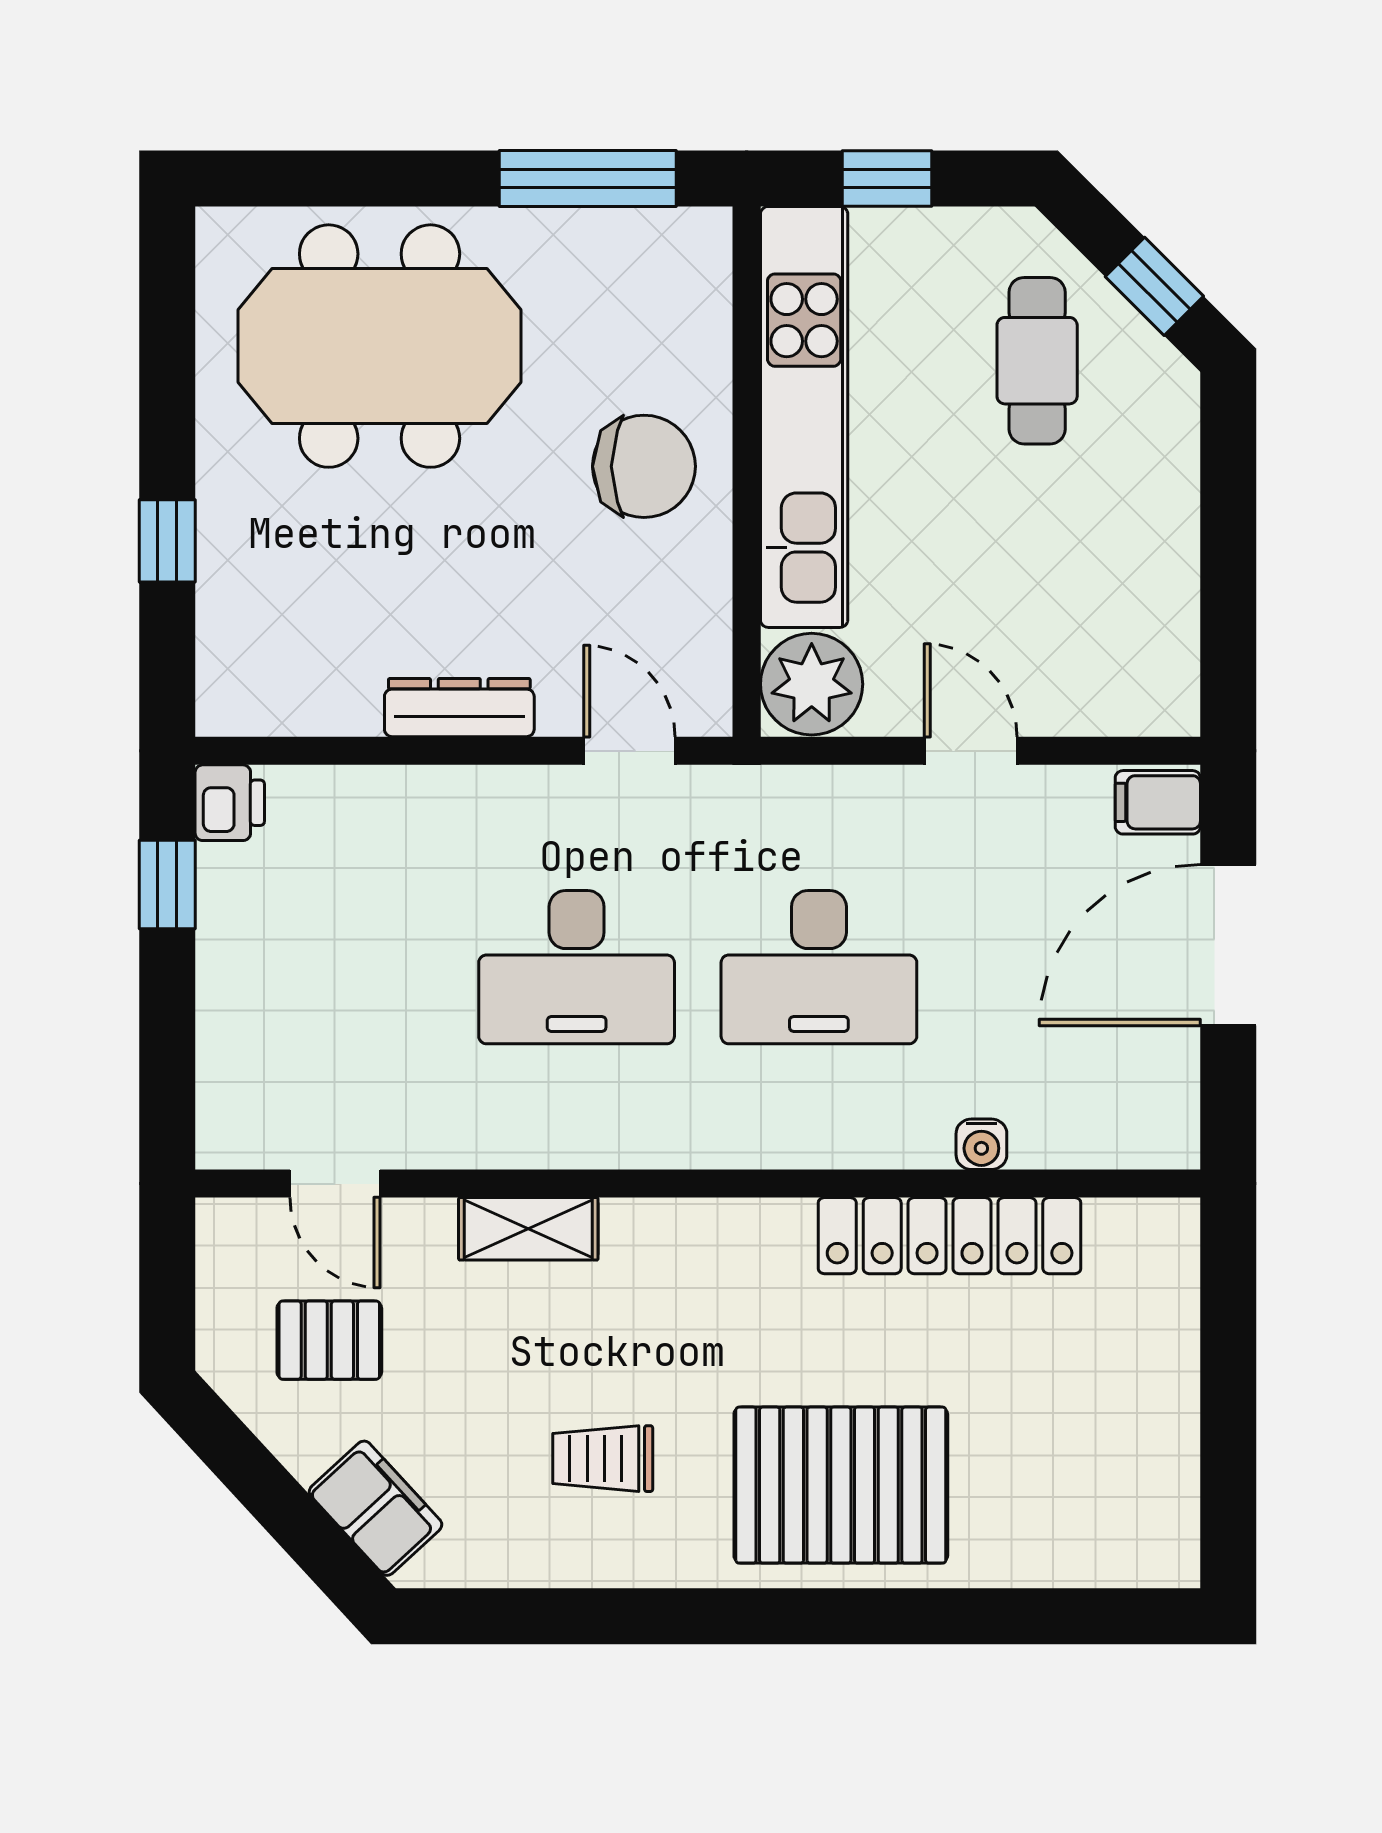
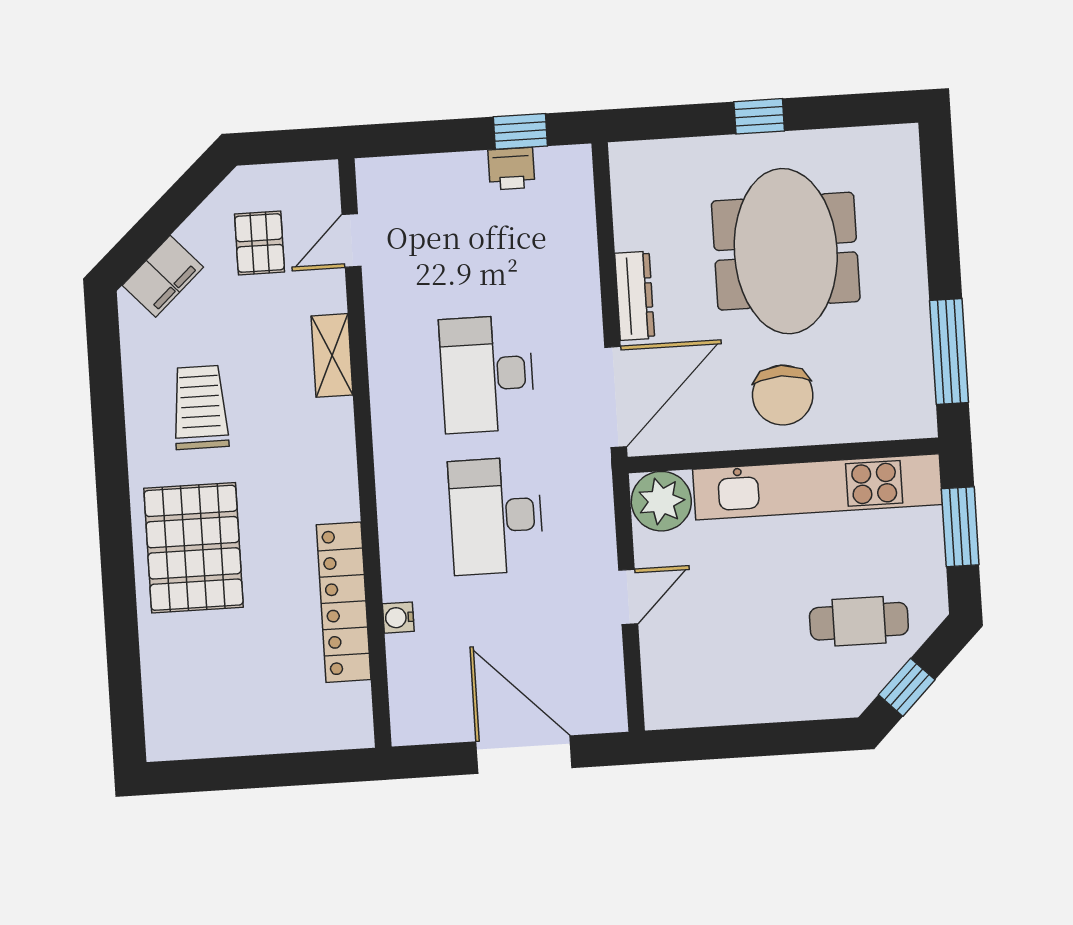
window: (887, 178) -> (960, 527), width x1.50
meeting table: (380, 346) -> (786, 251), moved
window: (167, 541) -> (759, 116), moved
door: (629, 751) -> (616, 397), width x1.87
filing cabinet: (1158, 802) -> (605, 708), removed
printer: (230, 803) -> (511, 169), moved
trolley: (603, 1459) -> (200, 407), width x1.36, depth x1.39

